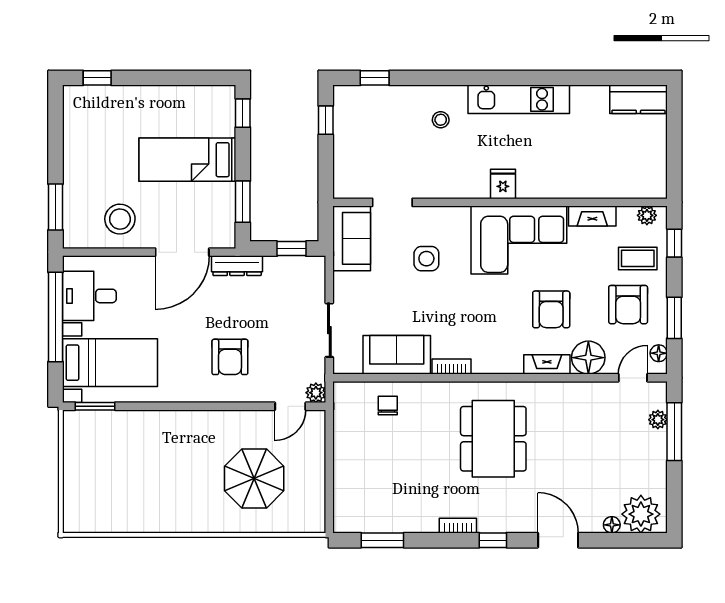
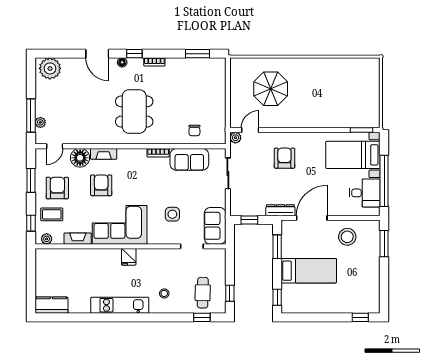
cafe table: (373, 121) -> (203, 293), added
floor lamp: (659, 353) -> (40, 160), removed
floor lamp: (612, 525) -> (122, 62), moved

